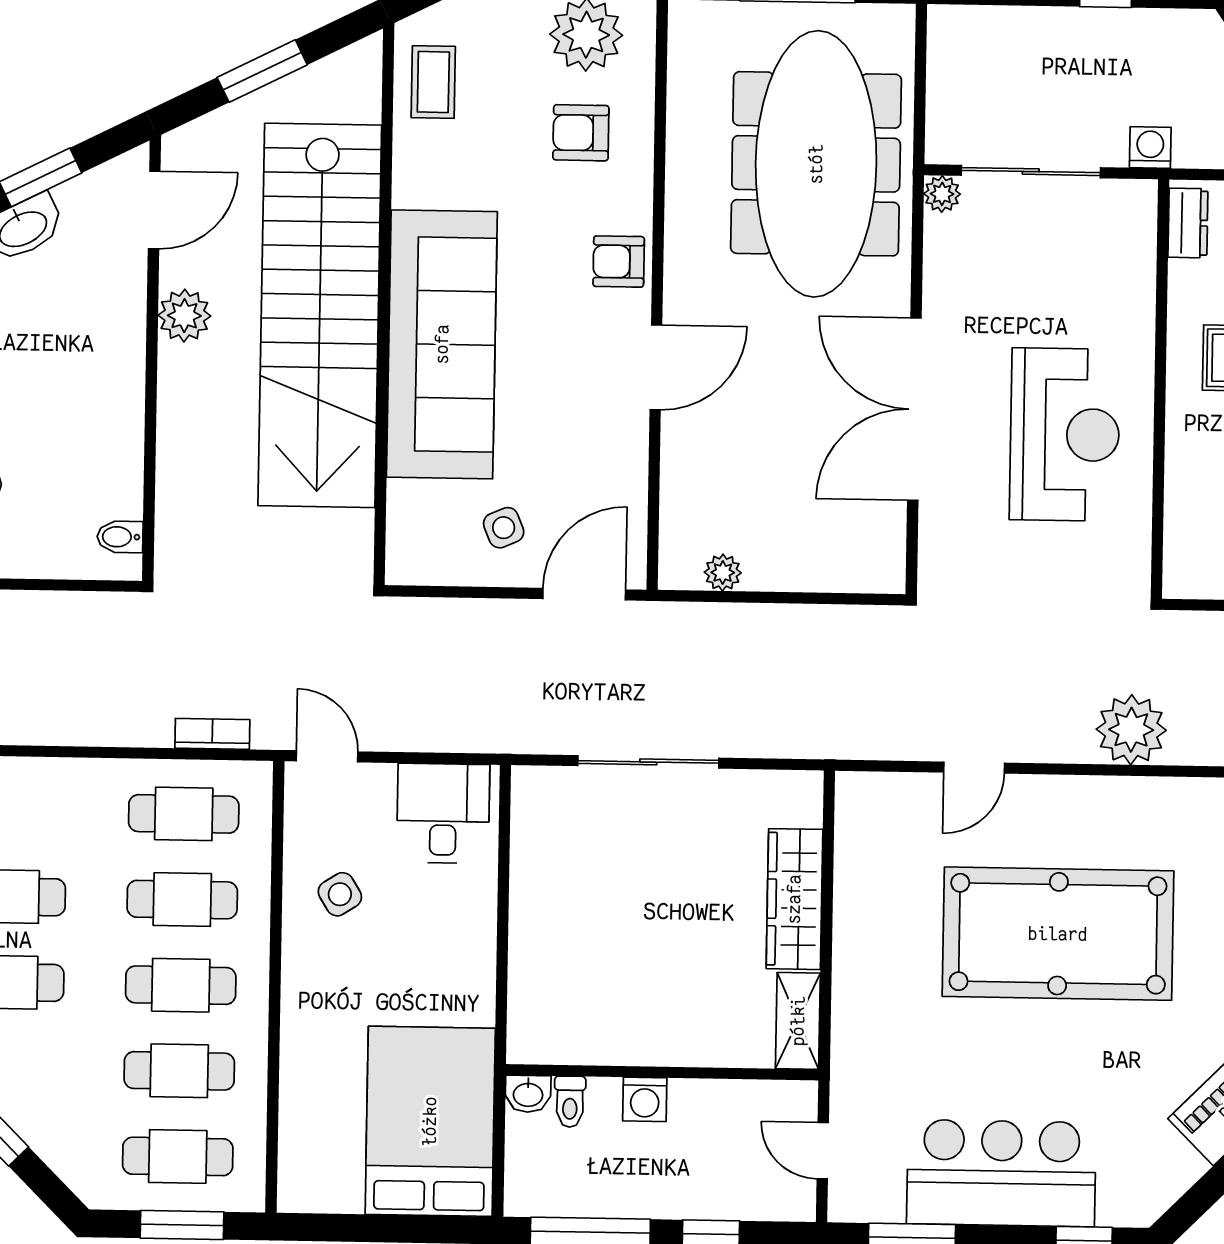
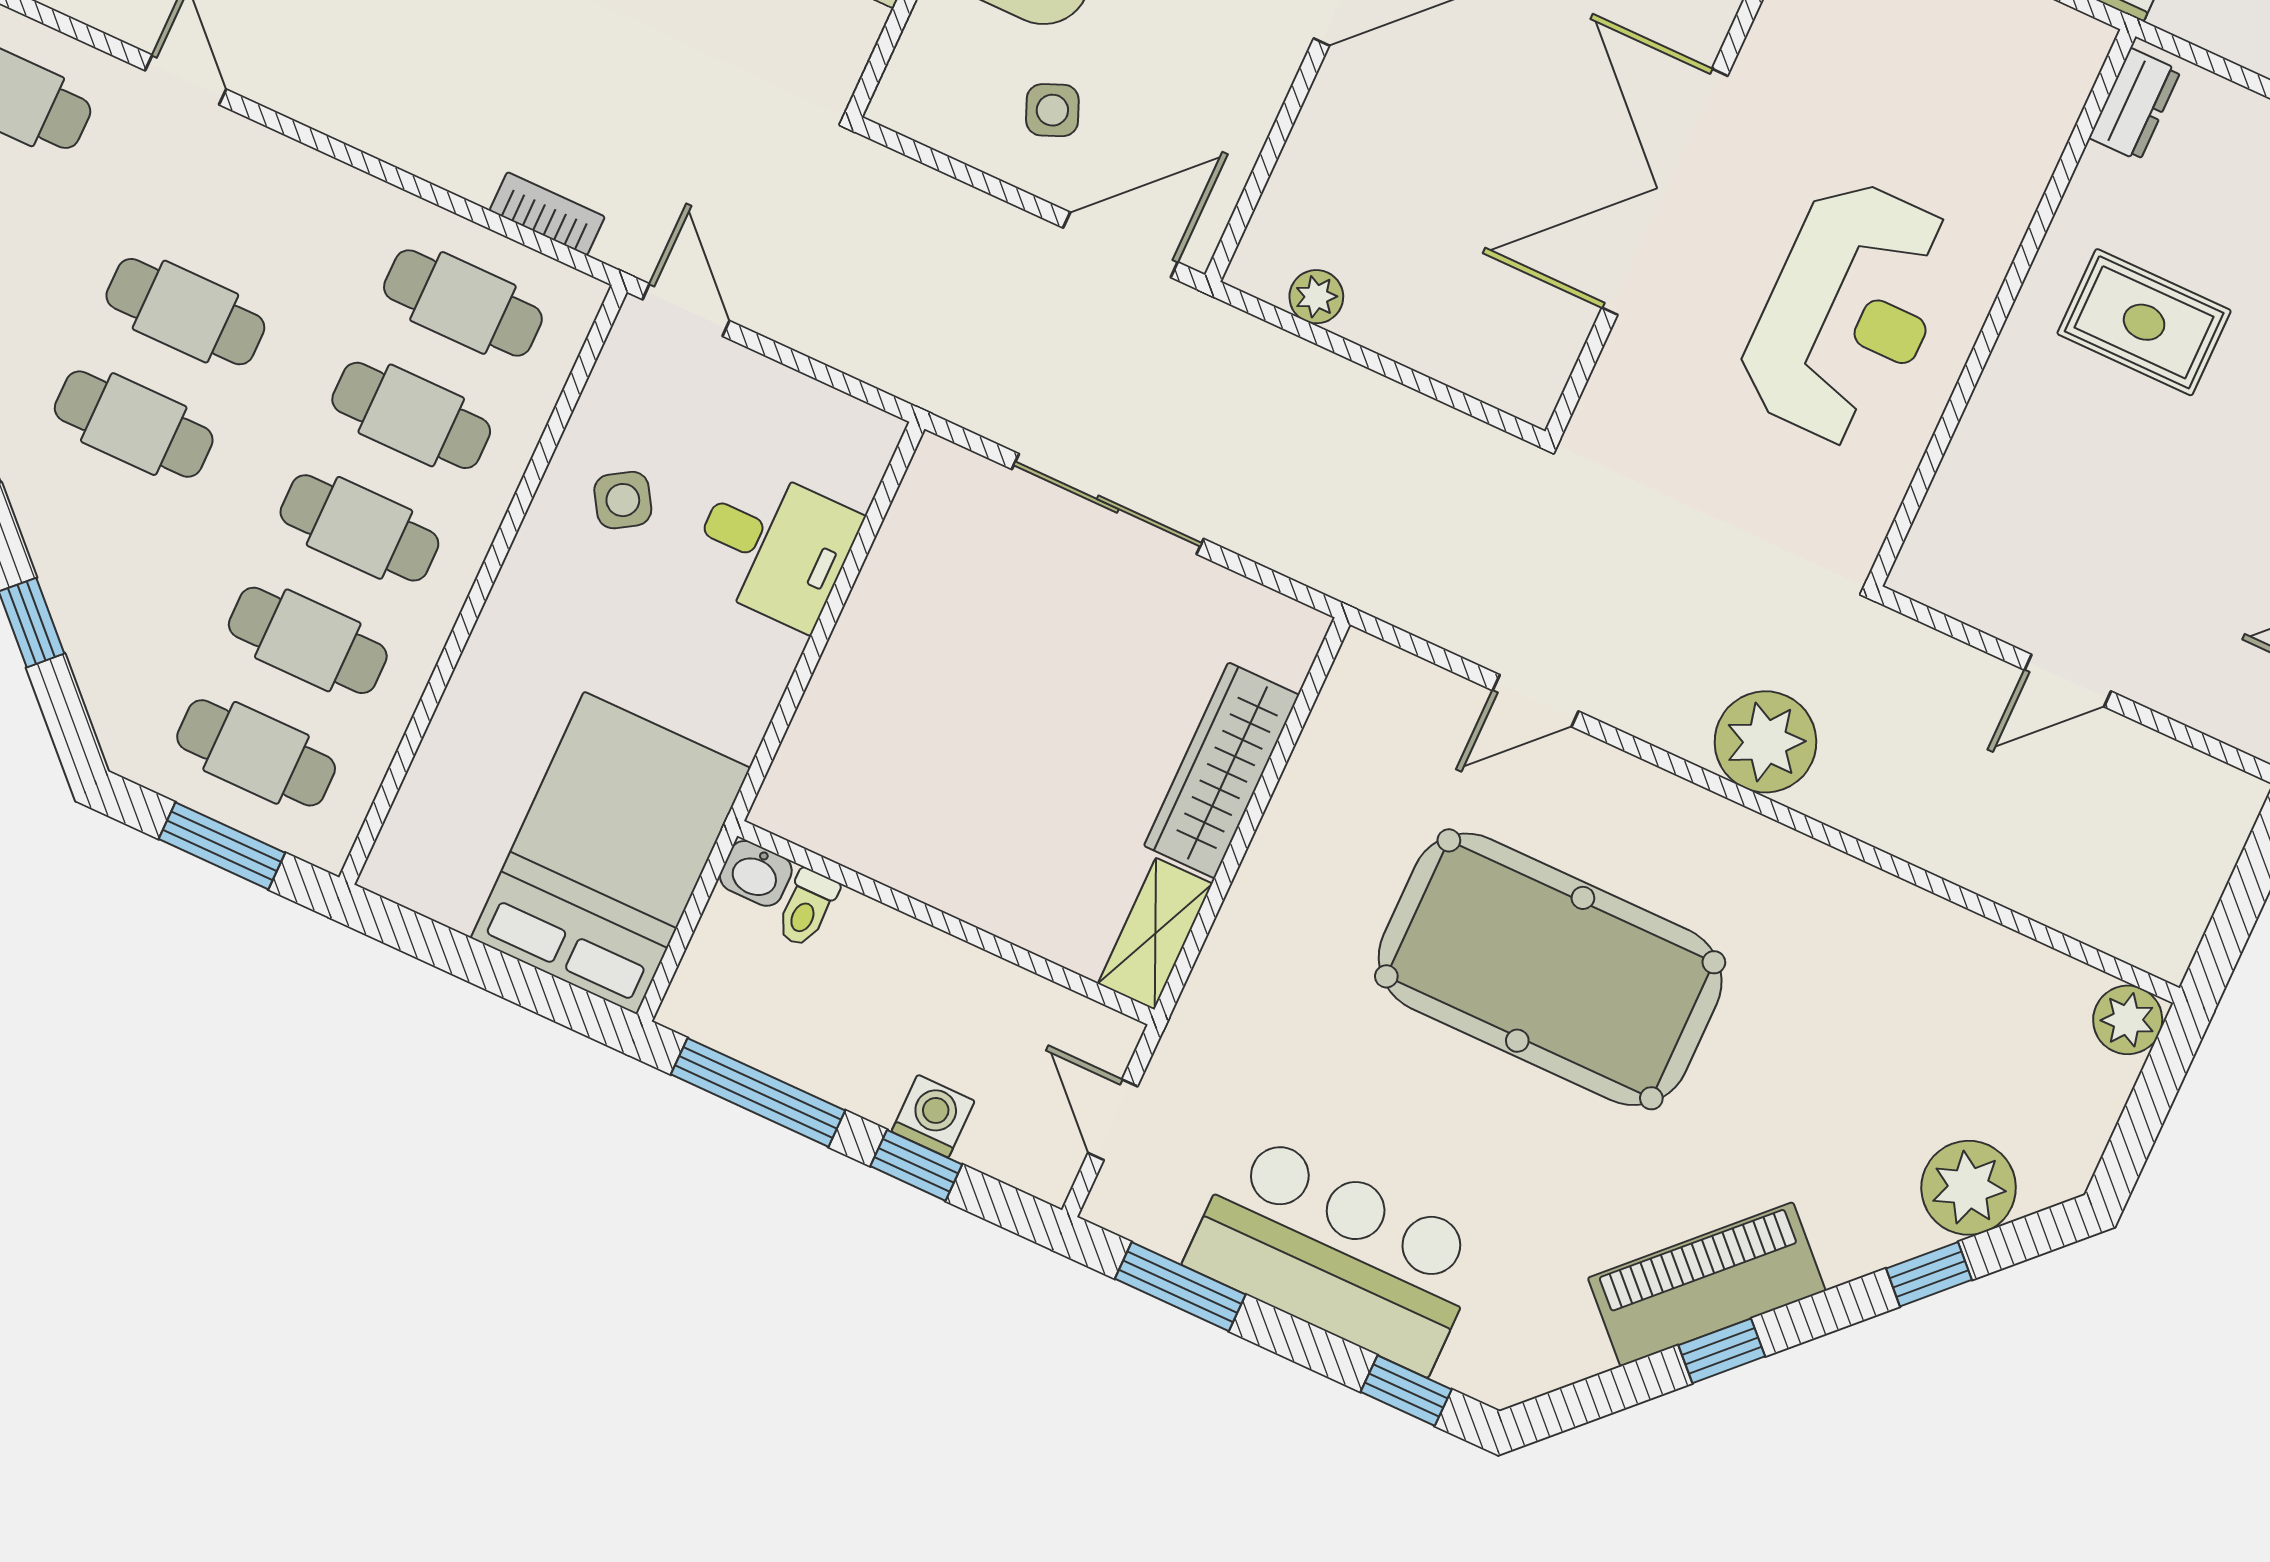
desk: (443, 813) -> (774, 546), moved, turned 90
washing machine: (645, 1099) -> (933, 1116), moved, turned 180

